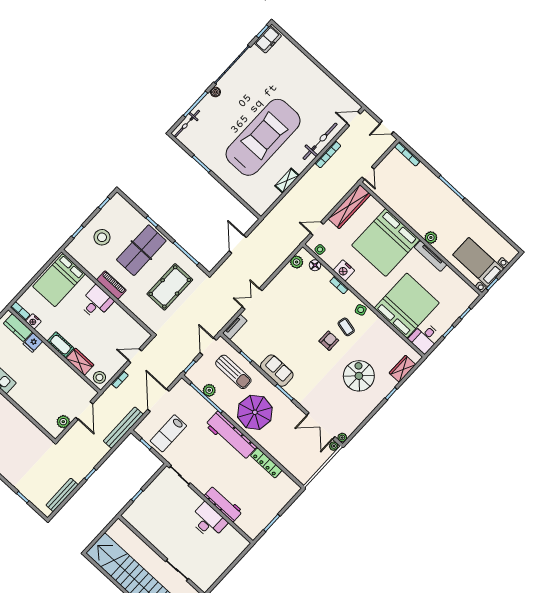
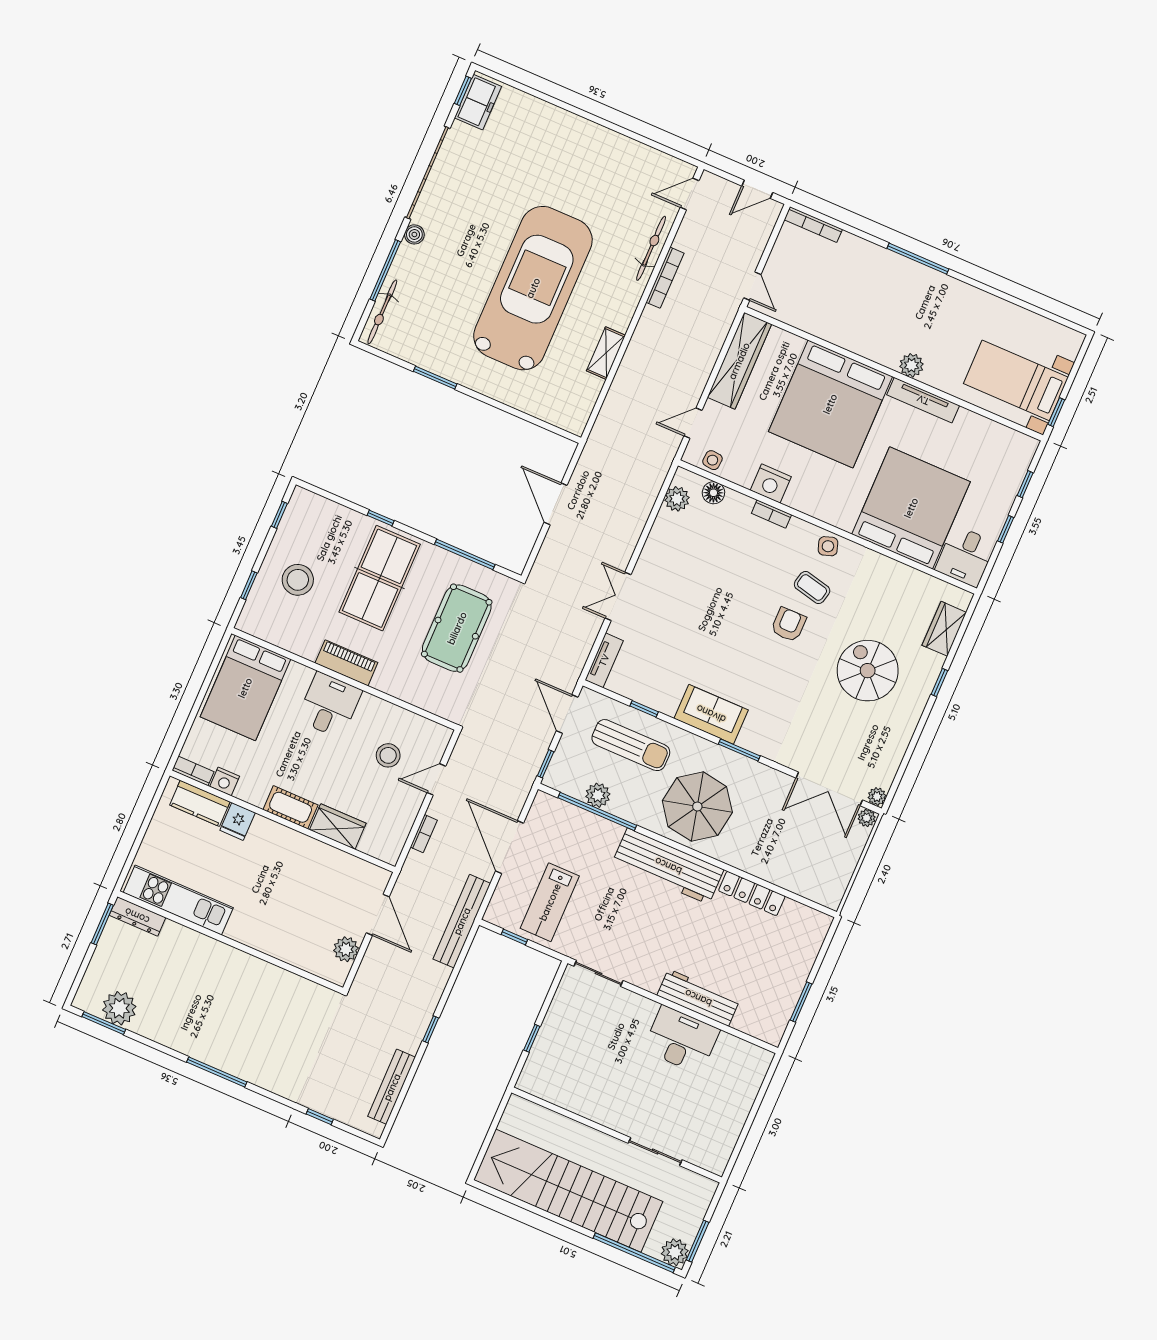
bicycle: (320, 141) -> (651, 248), width x0.73, depth x0.71
stool: (99, 377) -> (388, 755), moved

